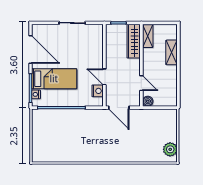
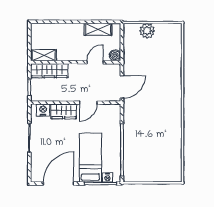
shelving: (172, 52) -> (98, 29), moved
wardrobe: (96, 54) -> (64, 111), added
nightstand: (98, 91) -> (43, 110), moved
plant: (170, 149) -> (147, 31), moved

